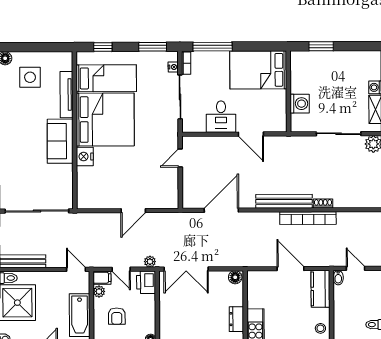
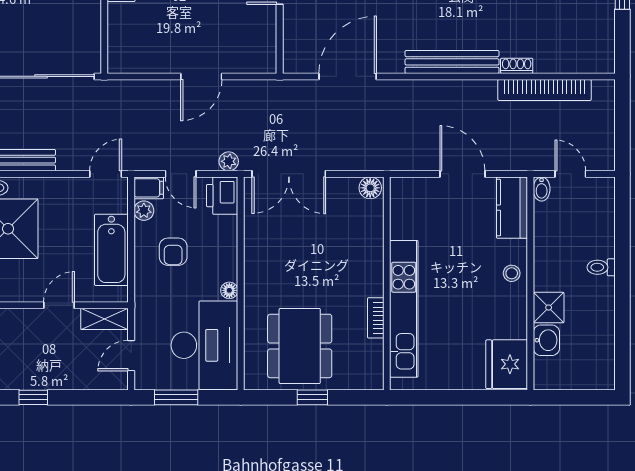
bookcase: (308, 218) -> (545, 90), moved
door: (76, 269) -> (106, 174), hinge flipped
dresser: (236, 319) -> (372, 257), removed

